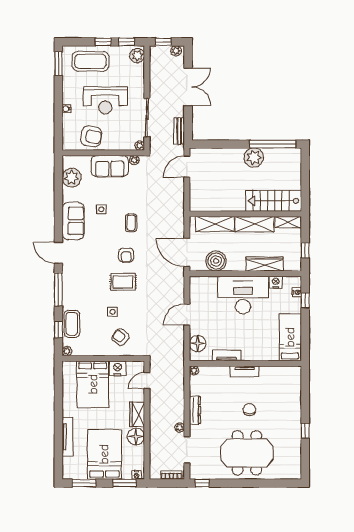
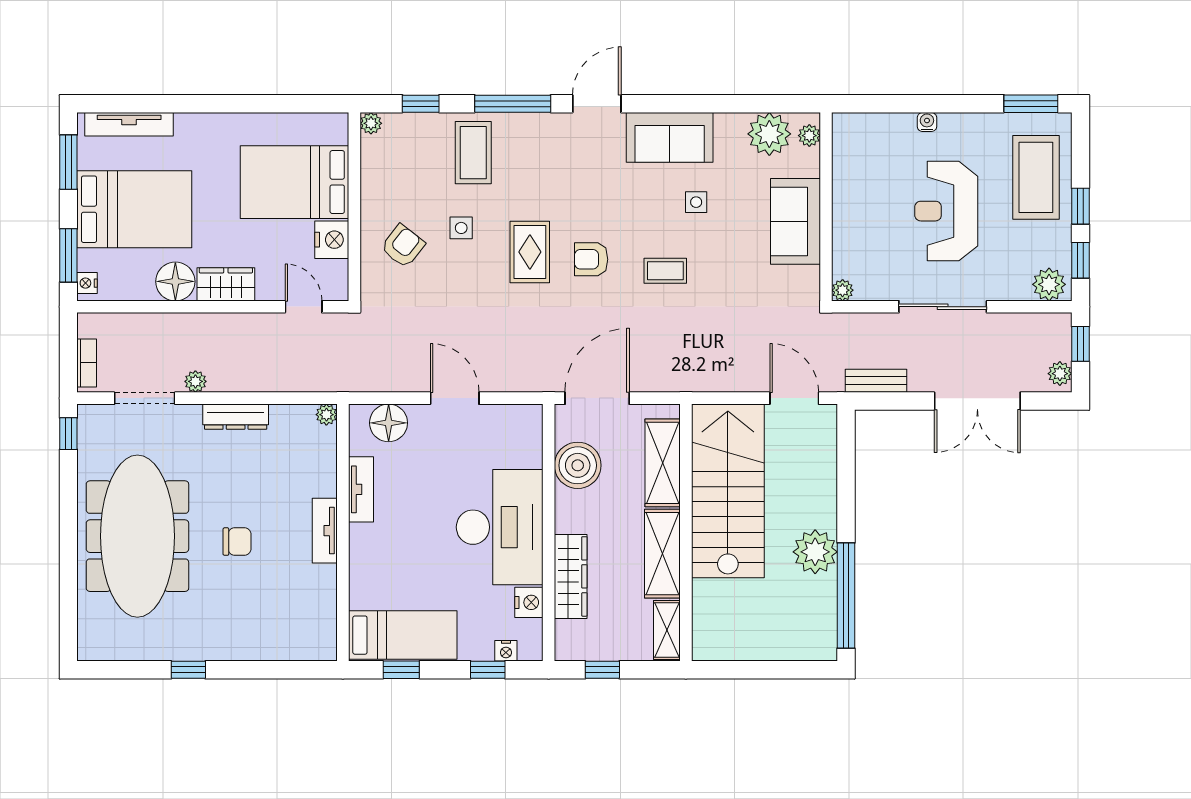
sliding door: (147, 117) -> (943, 307), moved
armchair: (91, 136) -> (864, 179), removed
plant: (134, 160) -> (809, 136), moved
stairs: (274, 201) -> (728, 491), moved, width x1.36, depth x1.51
coffee table: (72, 324) -> (473, 153), moved, turned 90
window: (305, 338) -> (401, 670), added
tv unit: (67, 437) -> (129, 124), moved
meeting table: (247, 453) -> (137, 536), width x1.36

